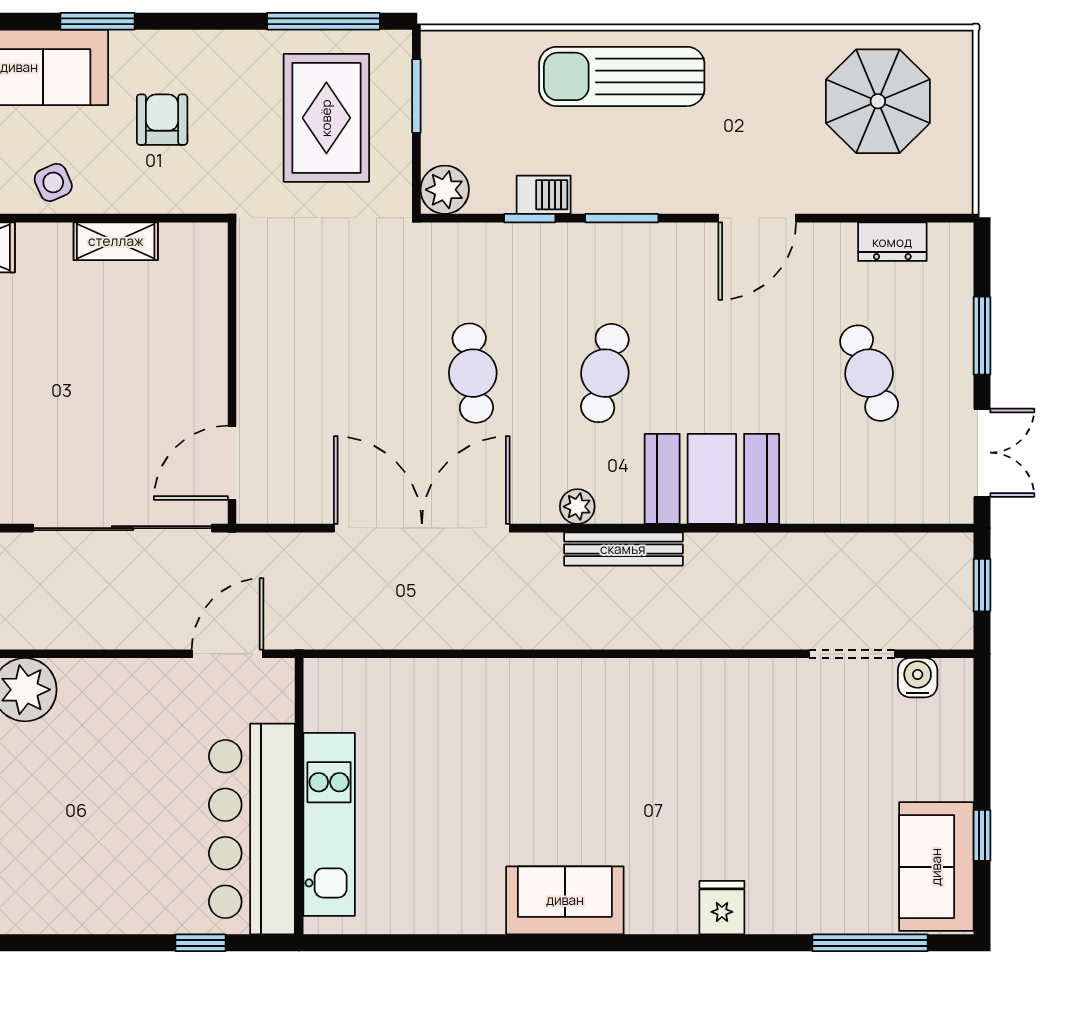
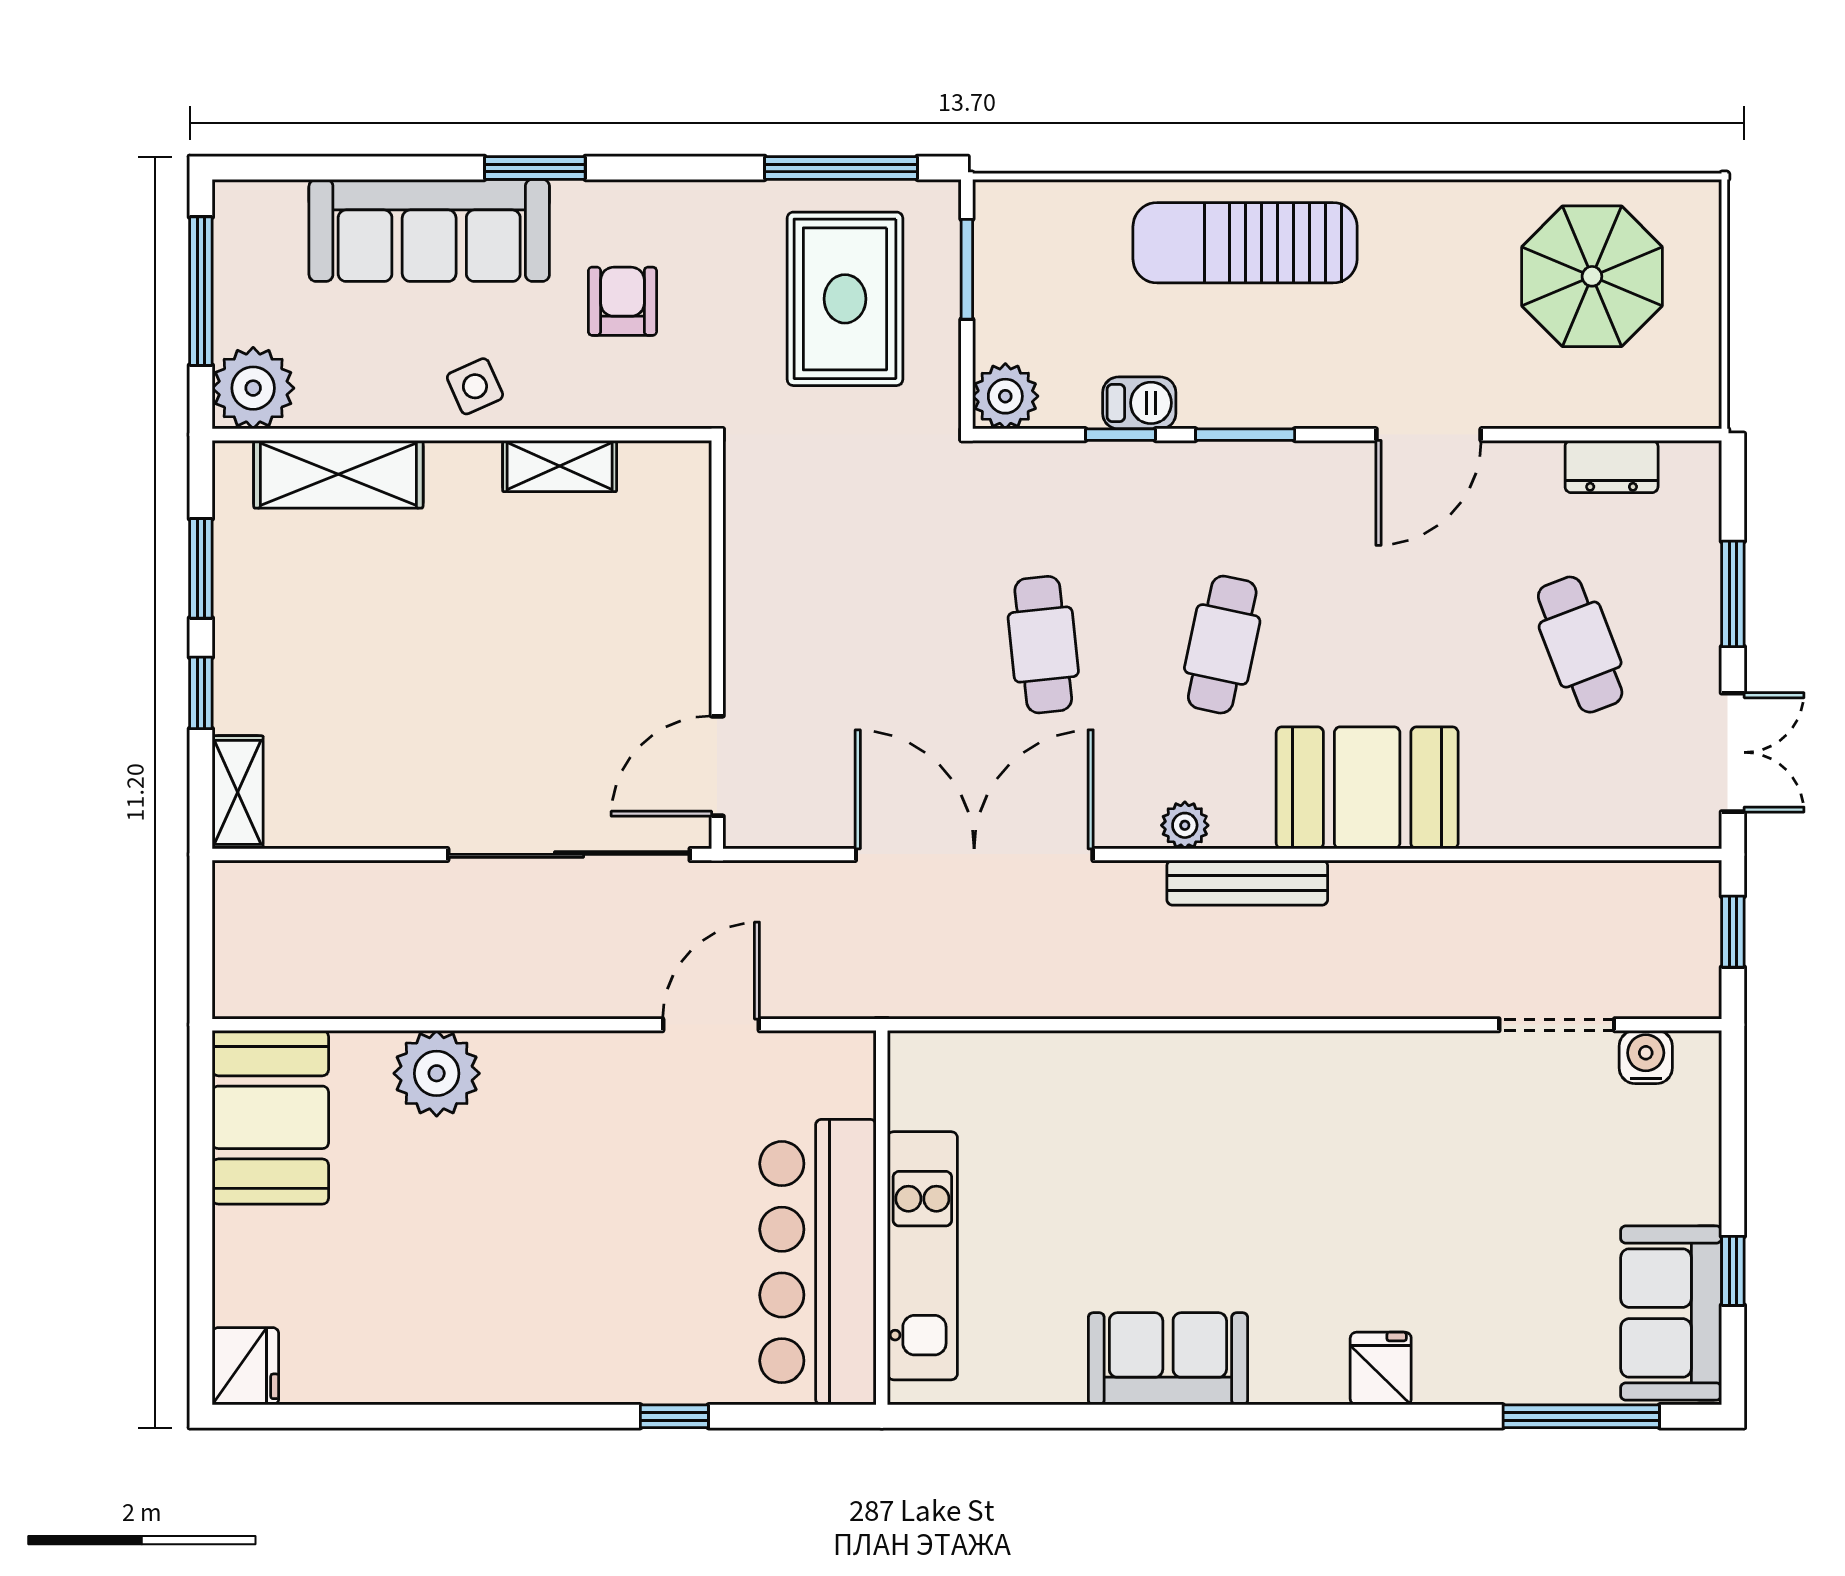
wall: (299, 796) -> (882, 1218), moved
kitchen unit: (329, 824) -> (922, 1256), moved
bar counter: (252, 829) -> (818, 1262), moved

